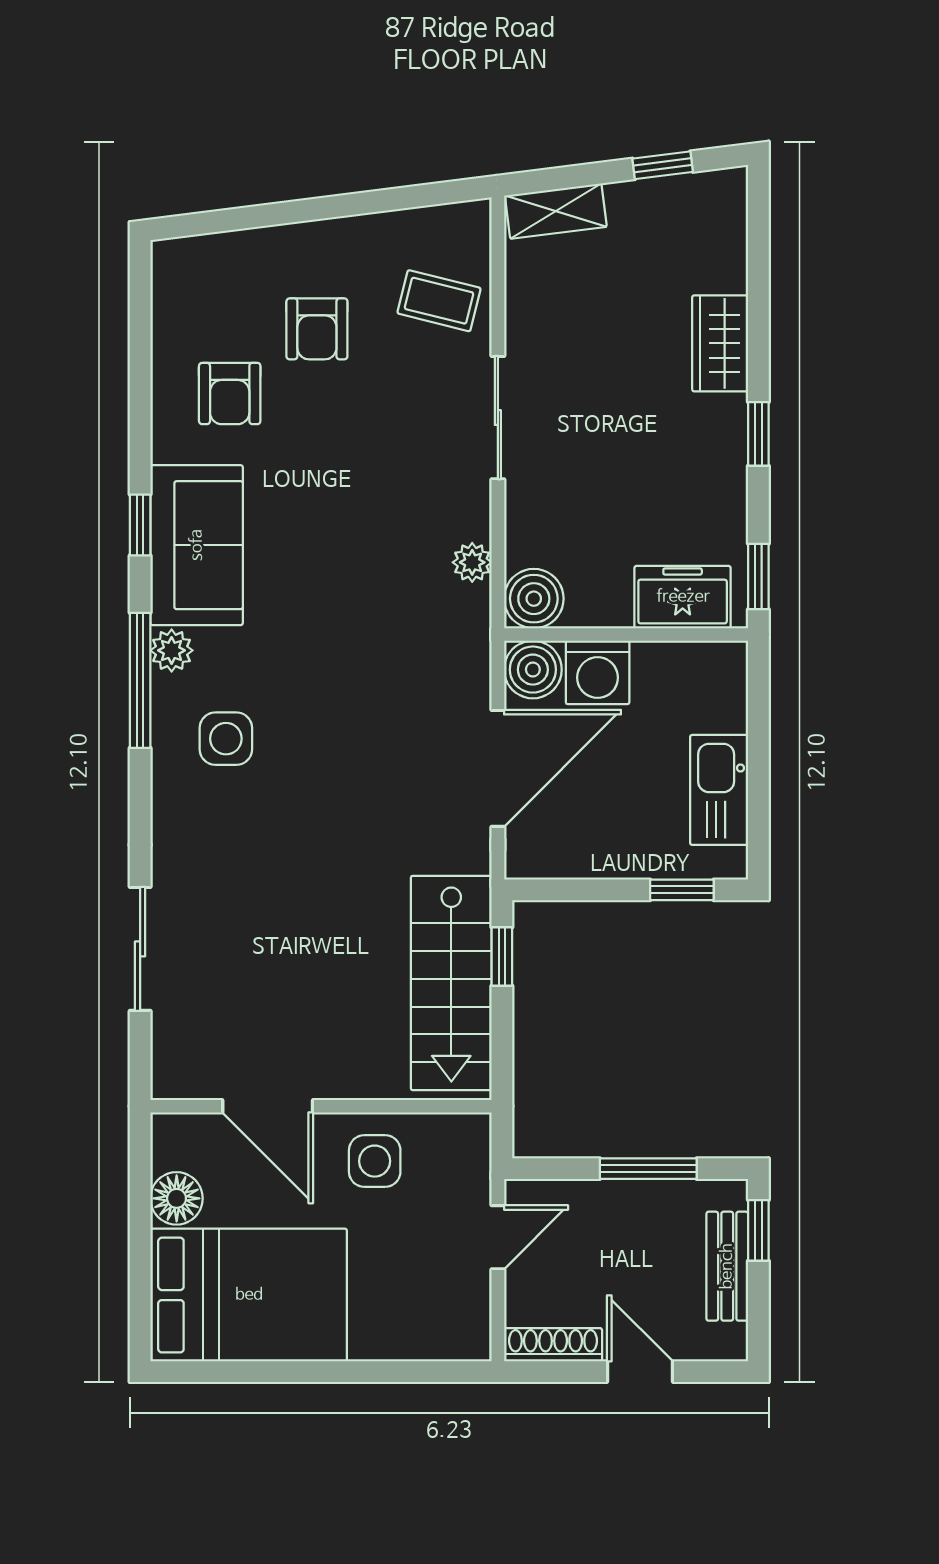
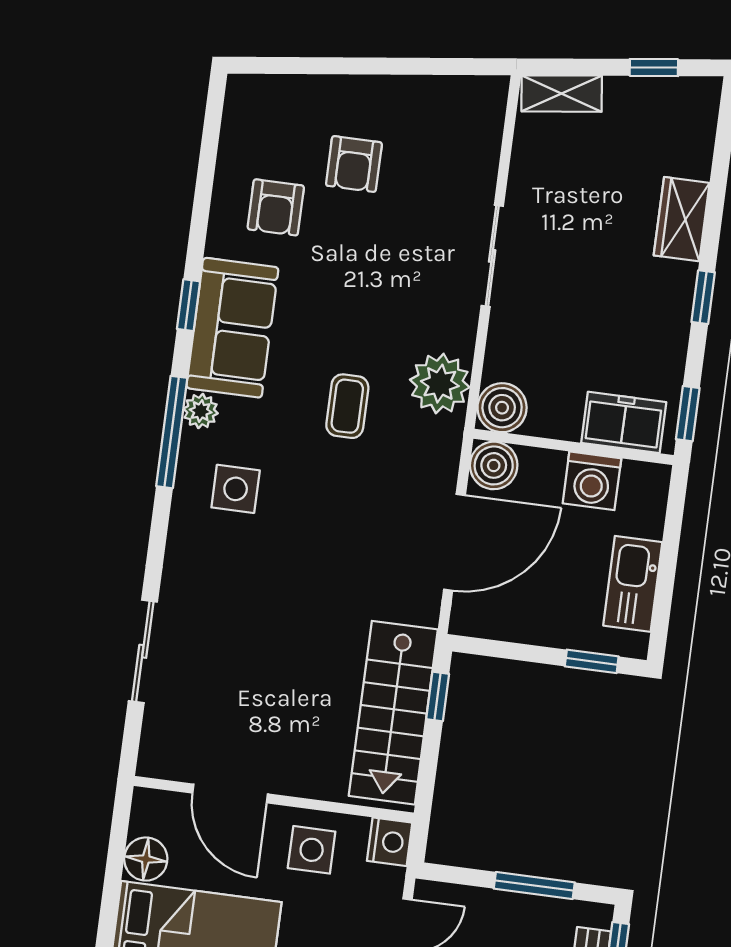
coffee table: (439, 301) -> (347, 406), moved, turned 76
plant: (472, 562) -> (440, 384), width x1.88, depth x1.88
washing machine: (598, 672) -> (592, 481), moved
nightstand: (467, 1139) -> (390, 842), added

